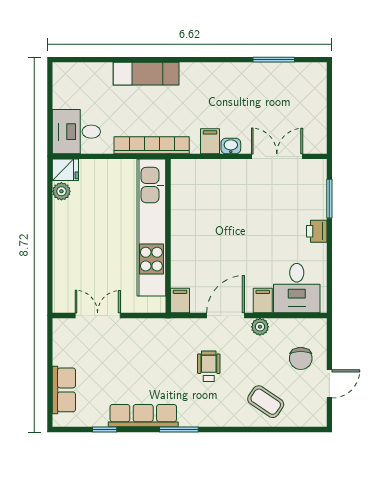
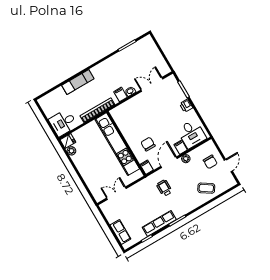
chair: (207, 260) -> (148, 144), added
wheelchair: (209, 366) -> (164, 188), moved

